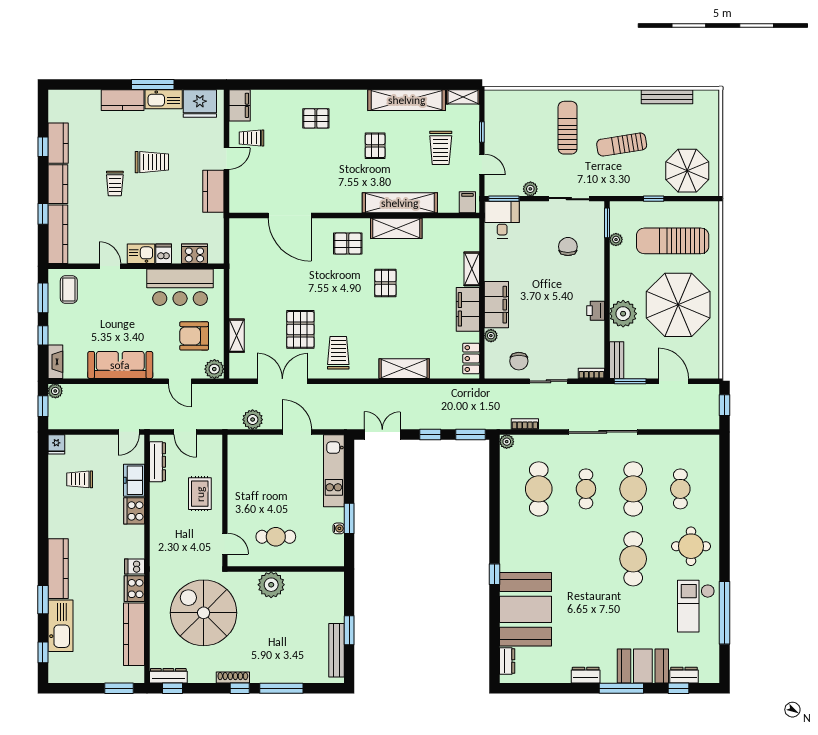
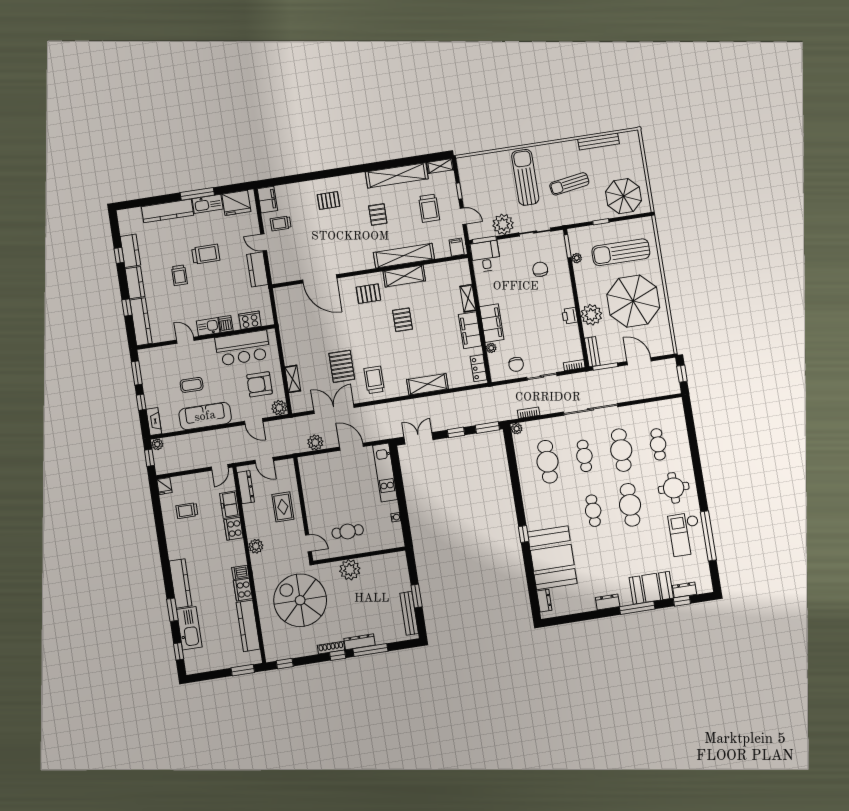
kitchen counter: (123, 100) -> (167, 211), width x1.50
sun lounger: (568, 128) -> (525, 177), width x1.36, depth x1.34
door: (226, 159) -> (264, 242), swing flipped
plant: (530, 189) -> (503, 224), width x1.88, depth x1.88
coffee table: (69, 290) -> (192, 385), moved, turned 90
window: (349, 518) -> (403, 508), removed
plant: (159, 537) -> (256, 546), added
cafe table: (586, 559) -> (593, 511), added
dresser: (168, 676) -> (360, 642), moved

